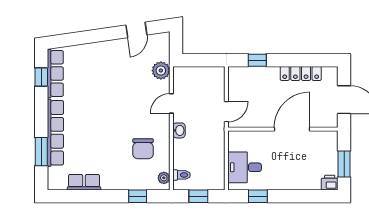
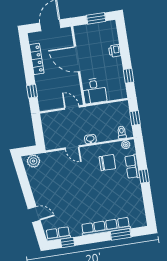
door: (136, 30) -> (34, 214), moved
plant: (161, 71) -> (33, 161), moved
row of seats: (55, 73) -> (58, 234), width x0.68
desk: (245, 167) -> (94, 91), moved
row of seats: (84, 182) -> (132, 167), moved
printer: (330, 183) -> (115, 51), moved
window: (138, 196) -> (144, 176), moved

